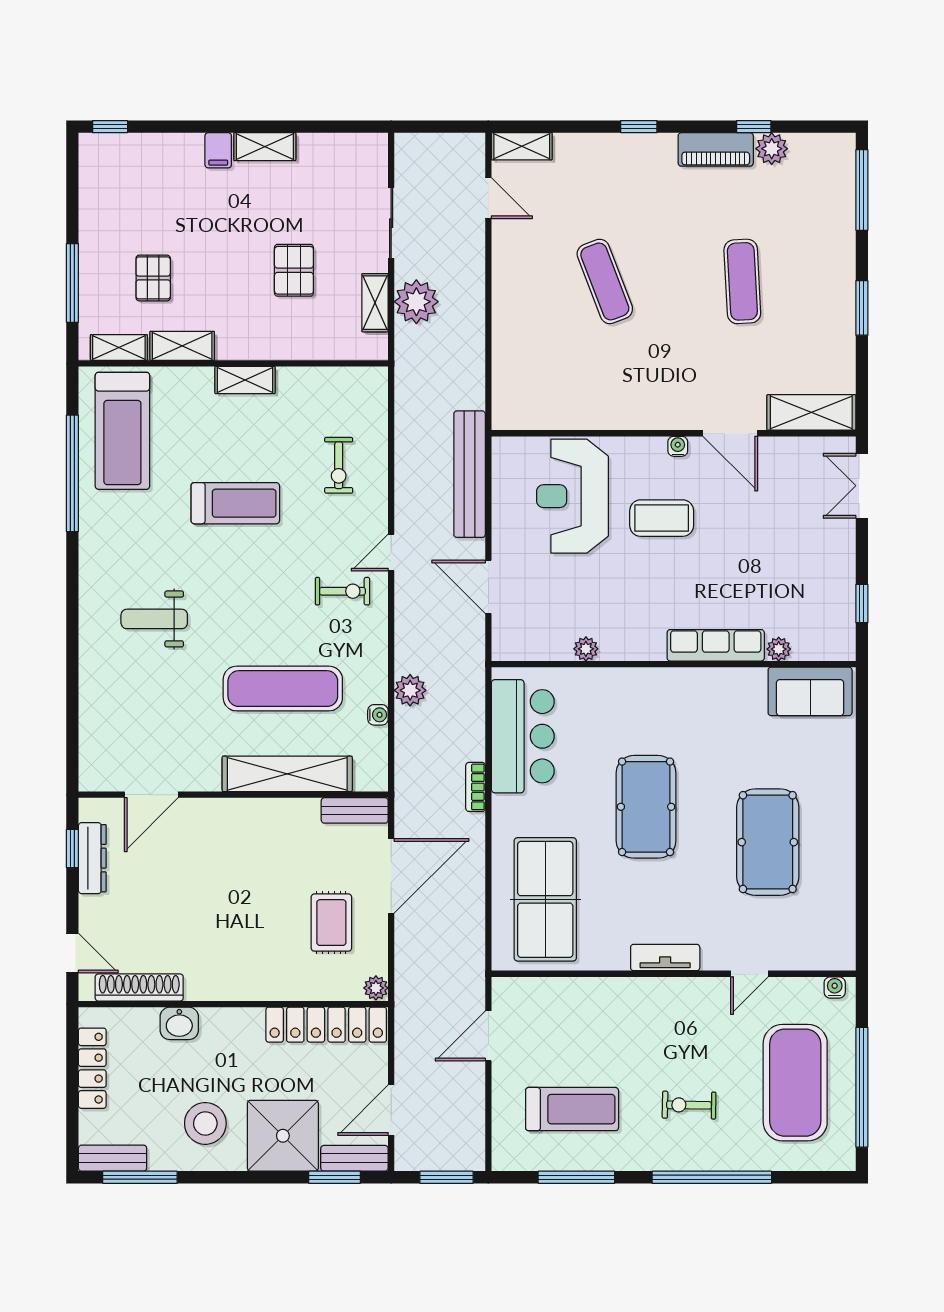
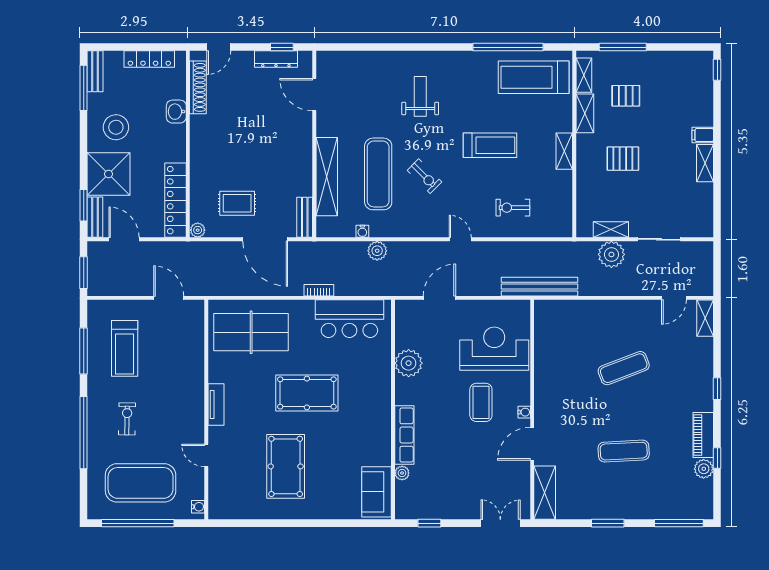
pallet: (294, 270) -> (623, 159), moved
bench: (470, 474) -> (539, 287), moved
treadmill: (235, 503) -> (490, 145), turned -90
exercise bike: (342, 591) -> (424, 176), moved, turned -45
plant: (586, 649) -> (409, 363), width x1.87, depth x1.87
pool table: (768, 842) -> (286, 466), turned 90

